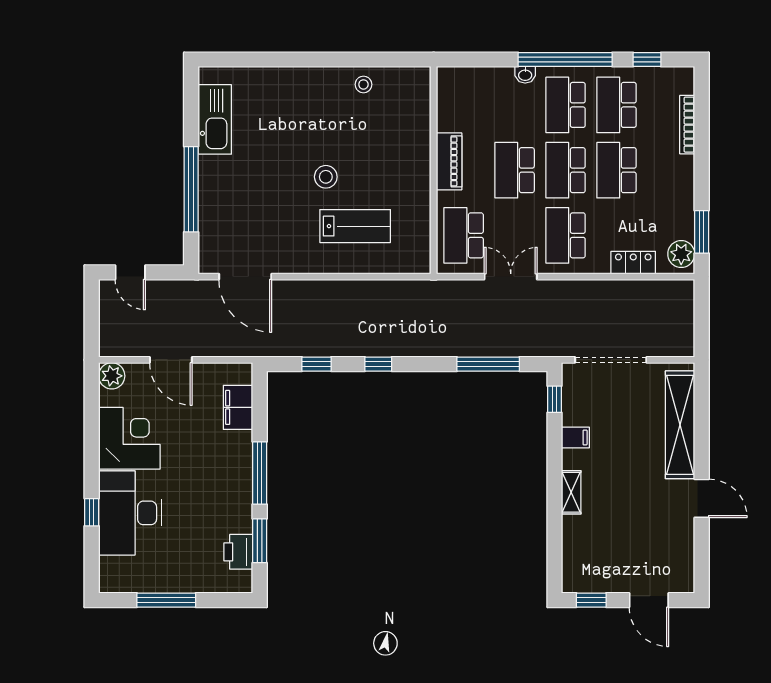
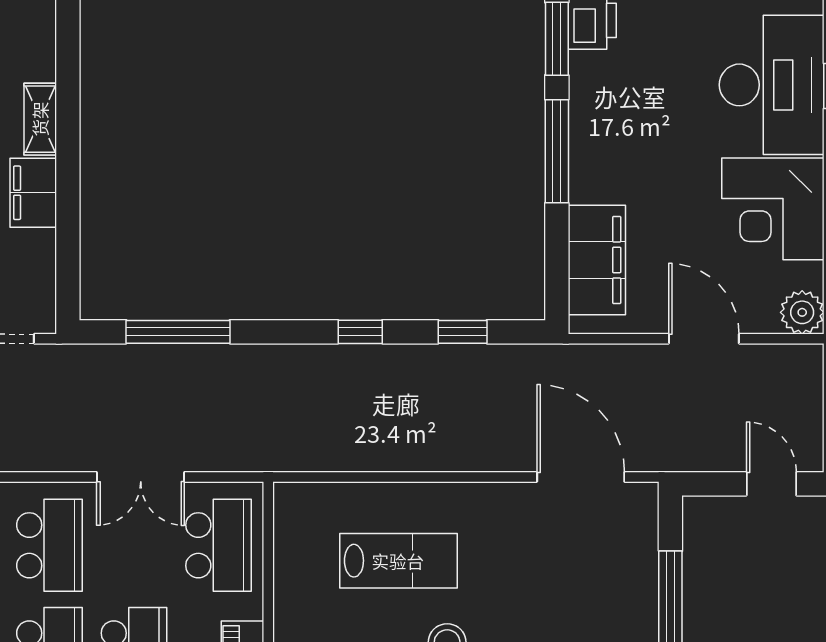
lab bench: (355, 226) -> (398, 561), turned 180
window: (554, 399) -> (68, 274), removed
filing cabinet: (238, 407) -> (597, 260), width x1.50, depth x1.17
filing cabinet: (575, 437) -> (33, 193), width x2.00

